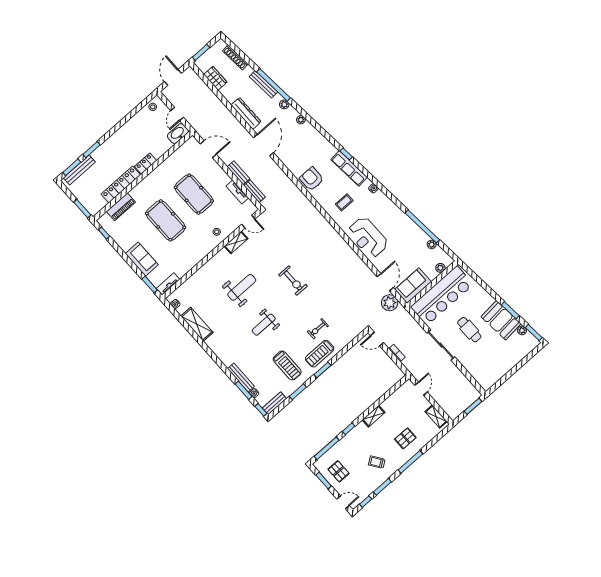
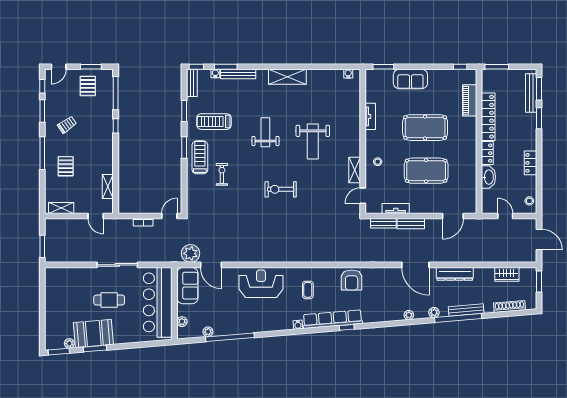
locker: (127, 129) -> (530, 163), added
washbasin: (178, 134) -> (488, 177), moved
row of seats: (349, 168) -> (333, 319), width x1.36
armchair: (312, 179) -> (352, 280), turned 90
tv unit: (168, 284) -> (370, 116), moved
shelving: (197, 324) -> (287, 77), moved
shelving: (374, 416) -> (108, 187), moved
pallet: (338, 471) -> (88, 86), turned 90

